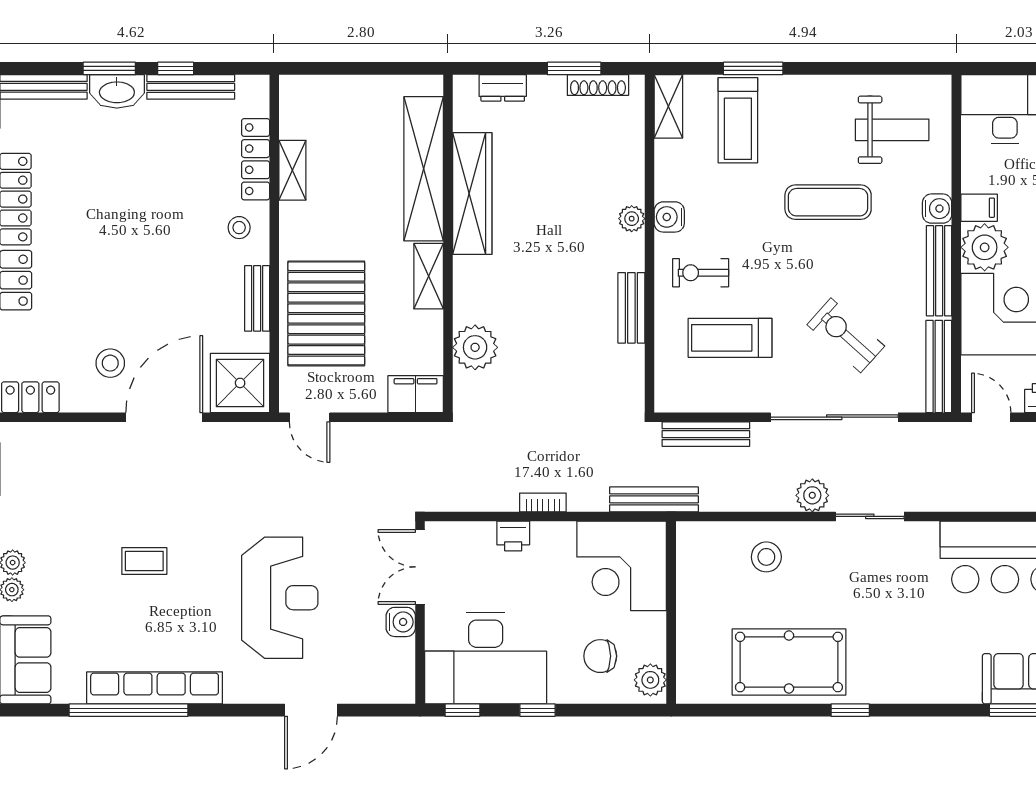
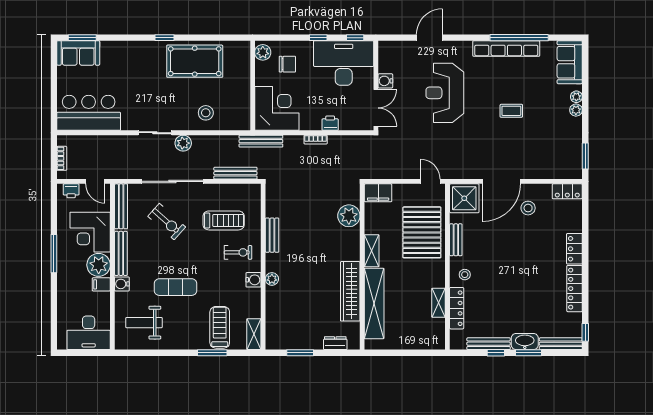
shoe rack: (598, 85) -> (288, 345), removed

